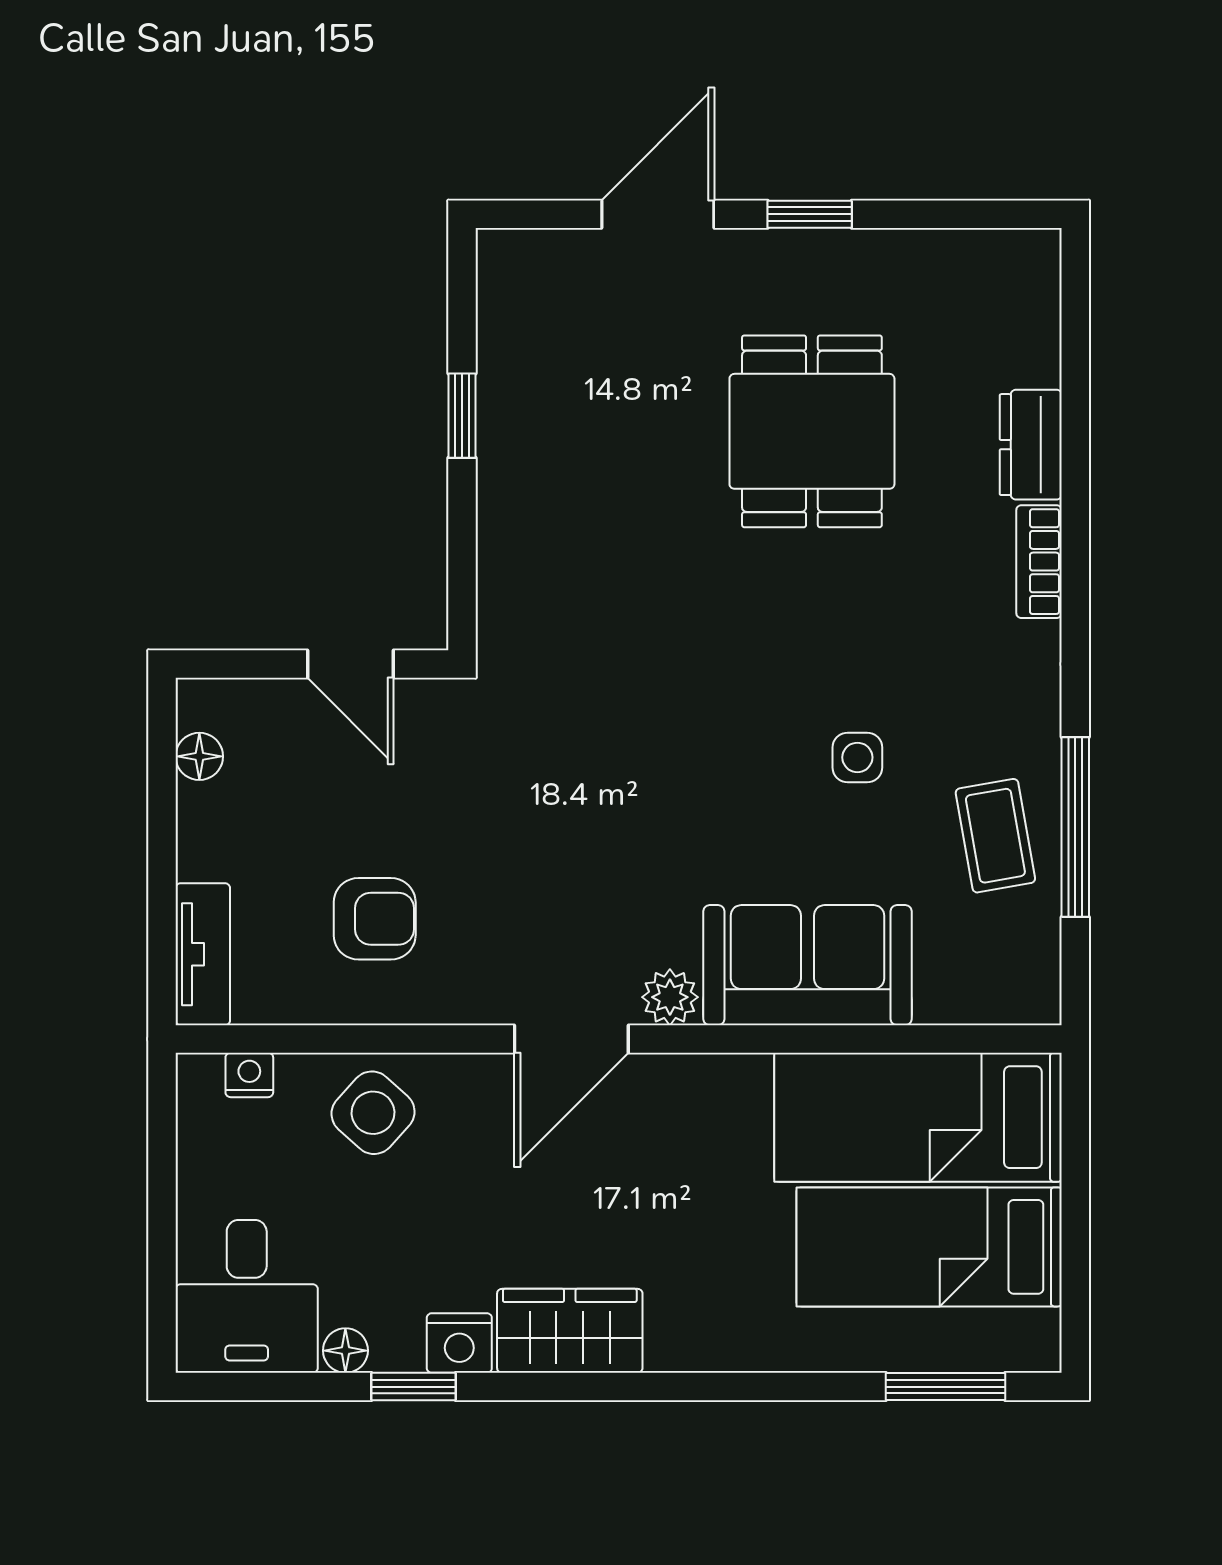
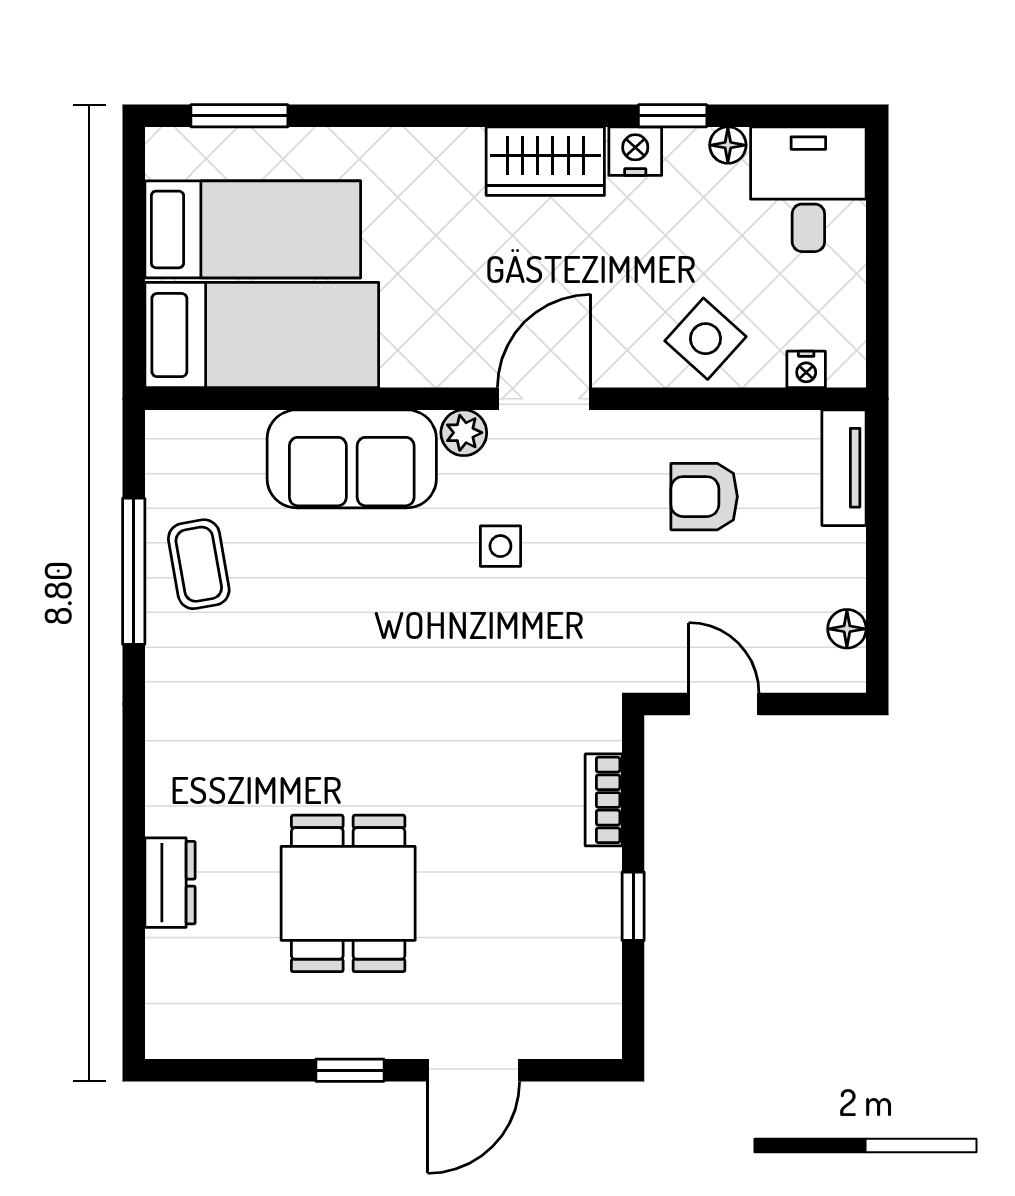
bookcase: (1039, 562) -> (604, 800), moved, turned 180
side table: (857, 757) -> (500, 546), moved

